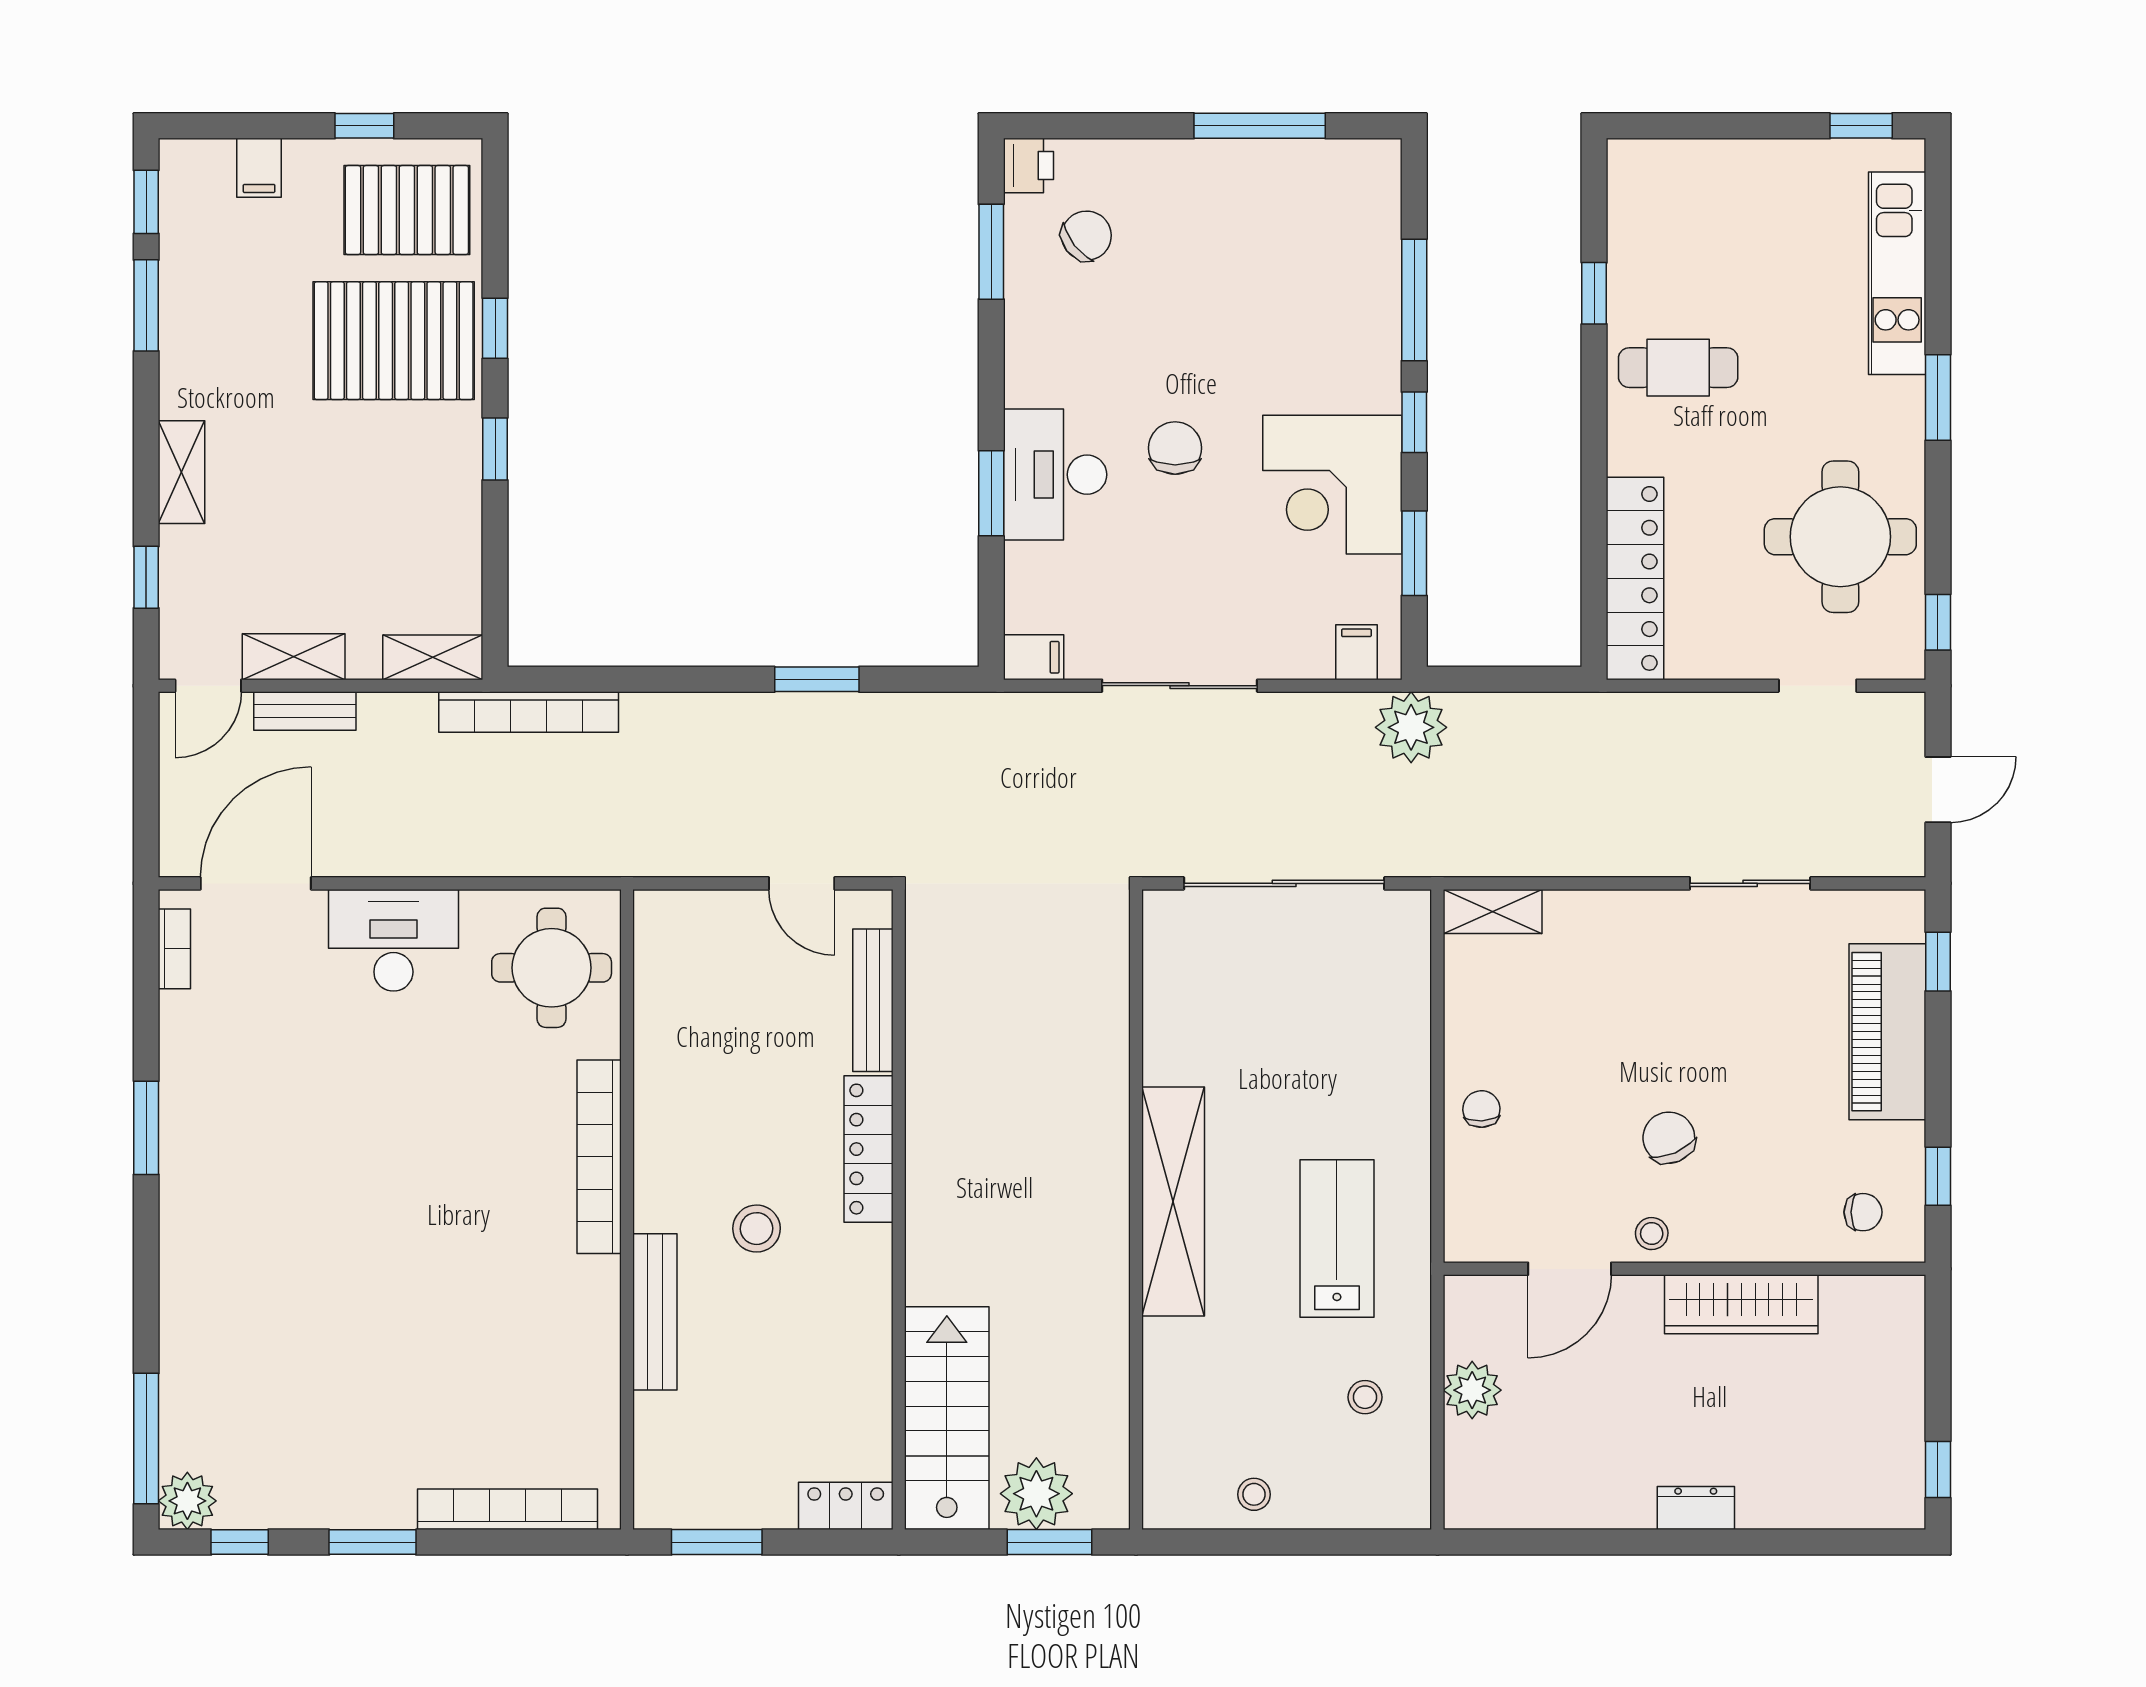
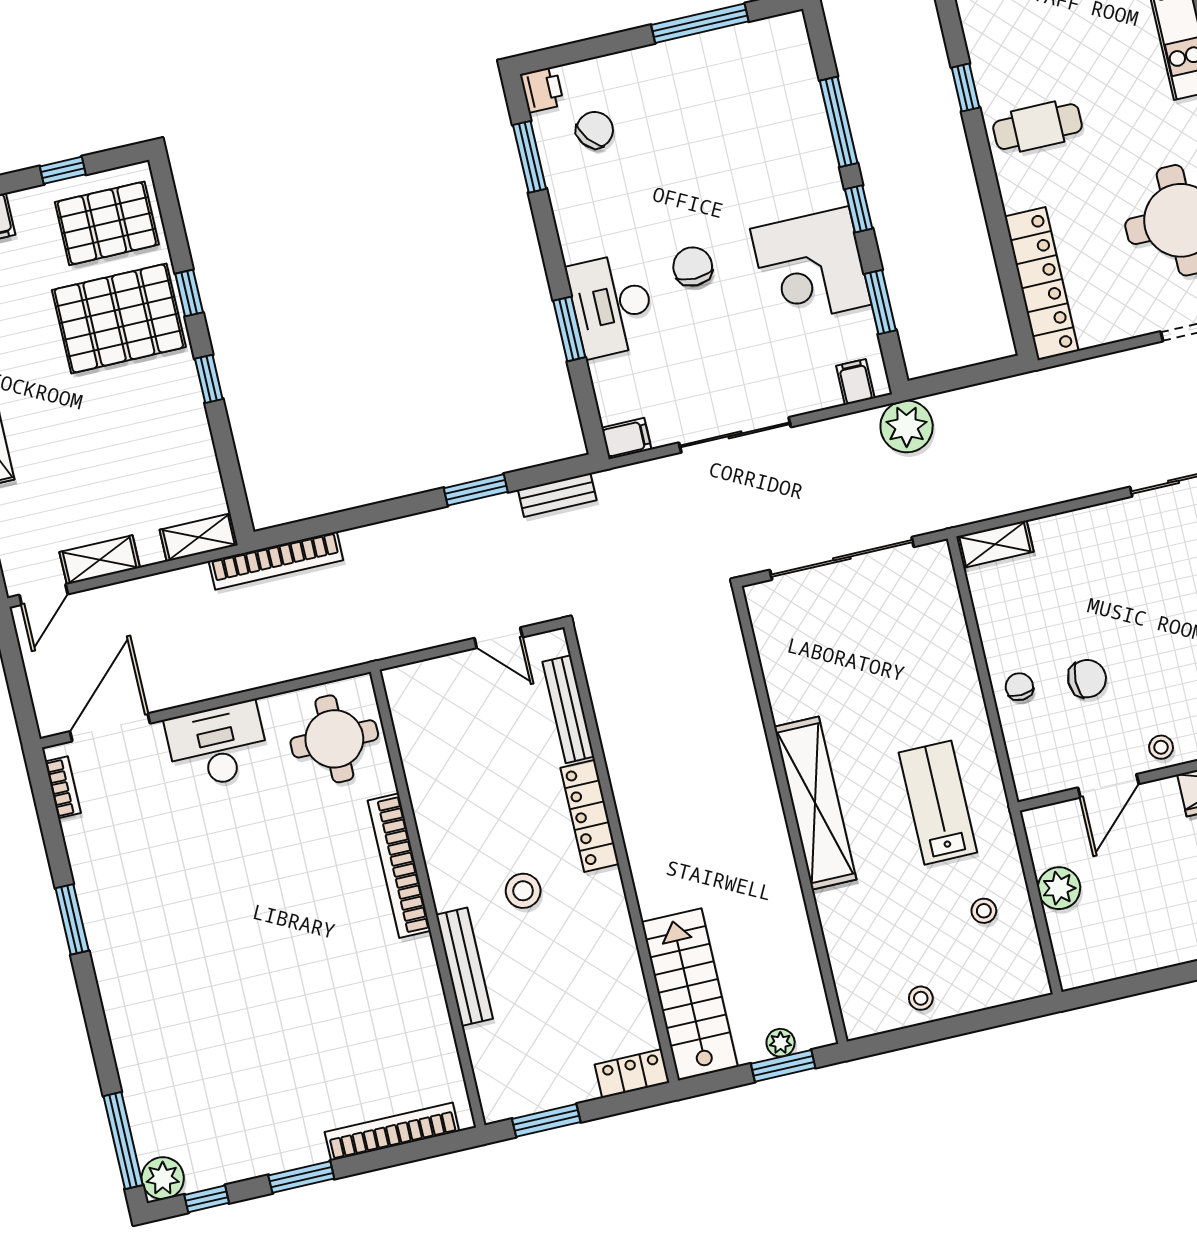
bench: (305, 711) -> (557, 495), moved
chair: (1669, 1138) -> (1087, 679), moved, turned 113
plant: (1036, 1494) -> (781, 1043), width x0.53, depth x0.53

